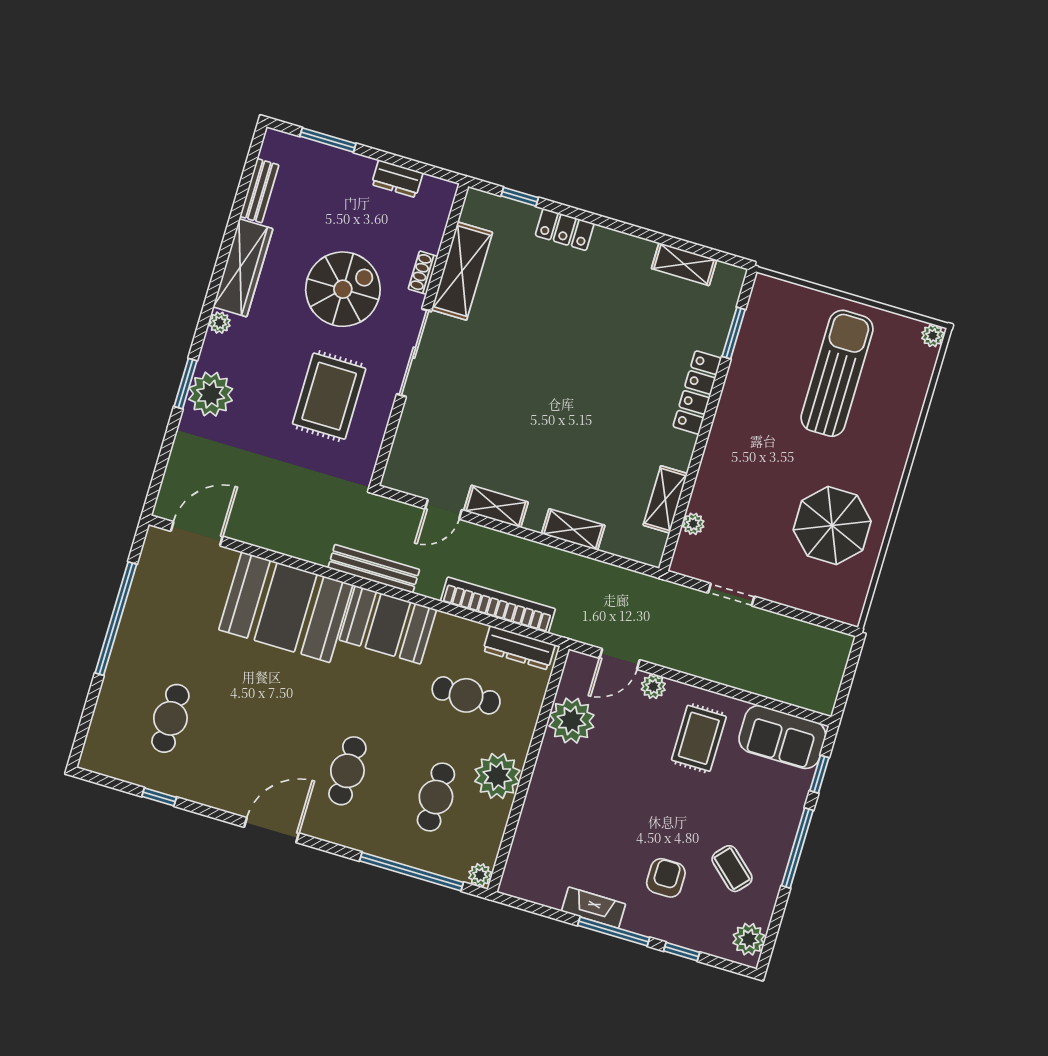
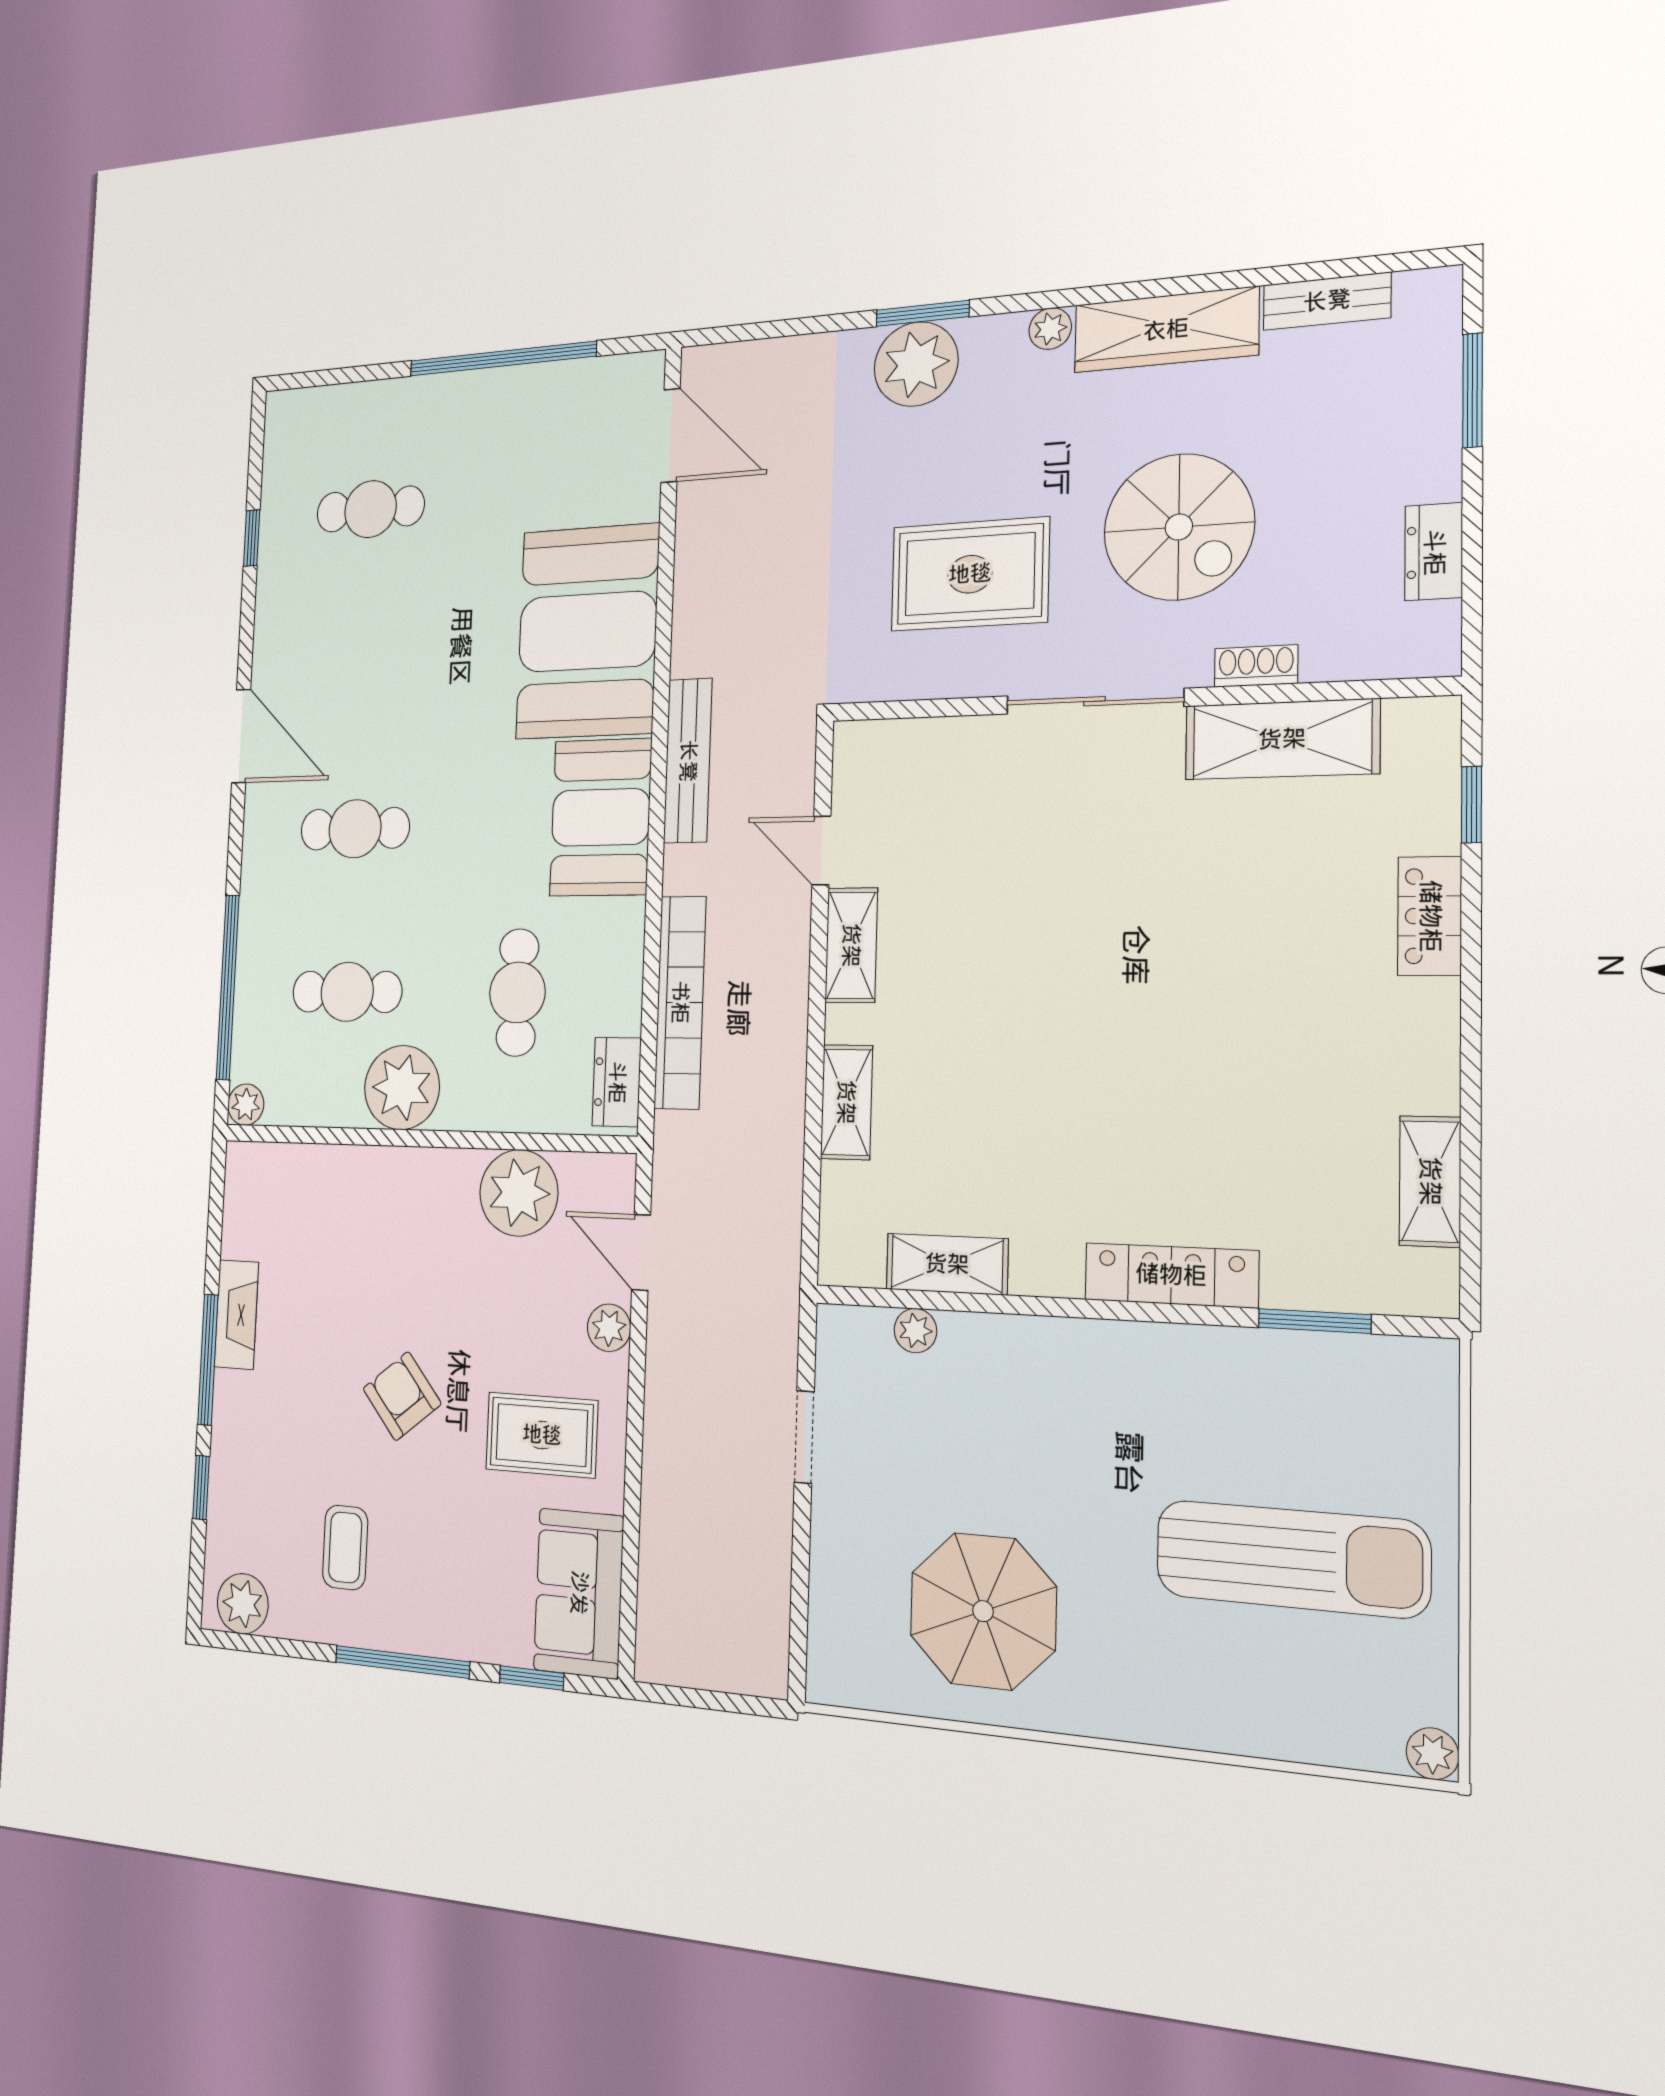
dresser: (519, 648) -> (617, 1082), width x0.70
coffee table: (732, 869) -> (345, 1547), turned -42
armchair: (666, 878) -> (402, 1396), moved, turned -129

